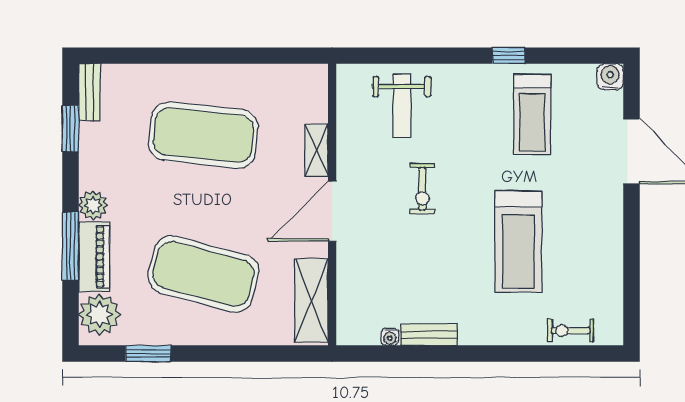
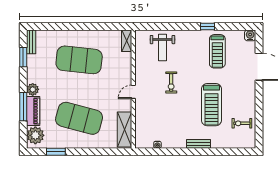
shelving: (316, 150) -> (127, 41), moved
door: (332, 211) -> (133, 92), width x0.53
exercise bike: (571, 331) -> (242, 123), moved
bench: (429, 335) -> (198, 144), moved

